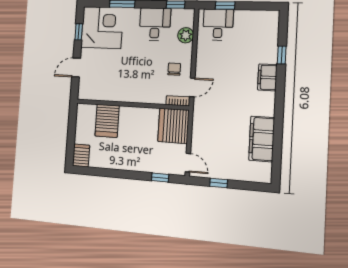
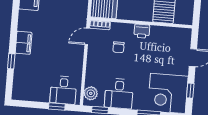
plant: (186, 35) -> (91, 93), moved
chair: (174, 69) -> (118, 47), moved
printer: (131, 95) -> (142, 31), added

